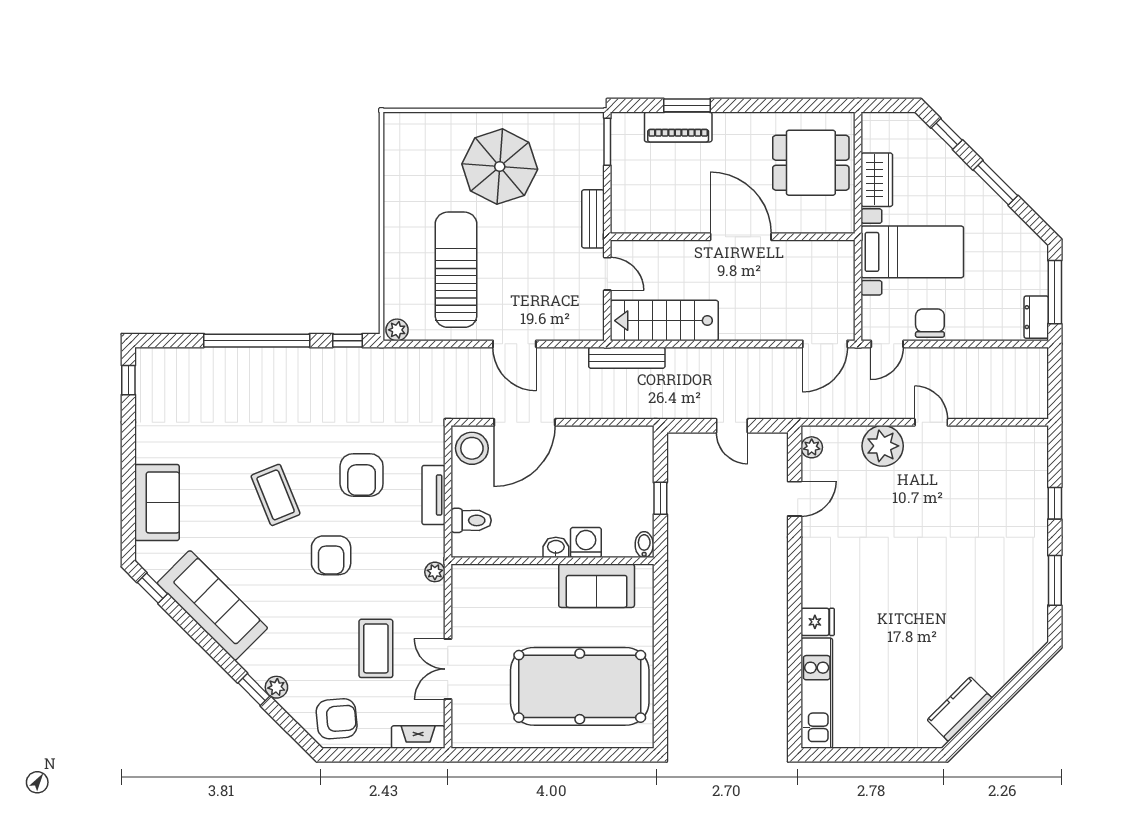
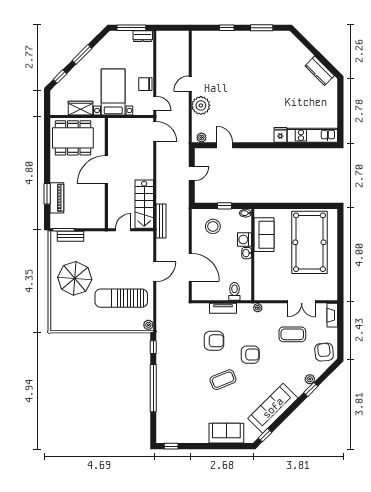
dining table: (811, 163) -> (73, 138), width x1.37
bench: (593, 219) -> (70, 236), moved
stool: (472, 448) -> (213, 226), moved

